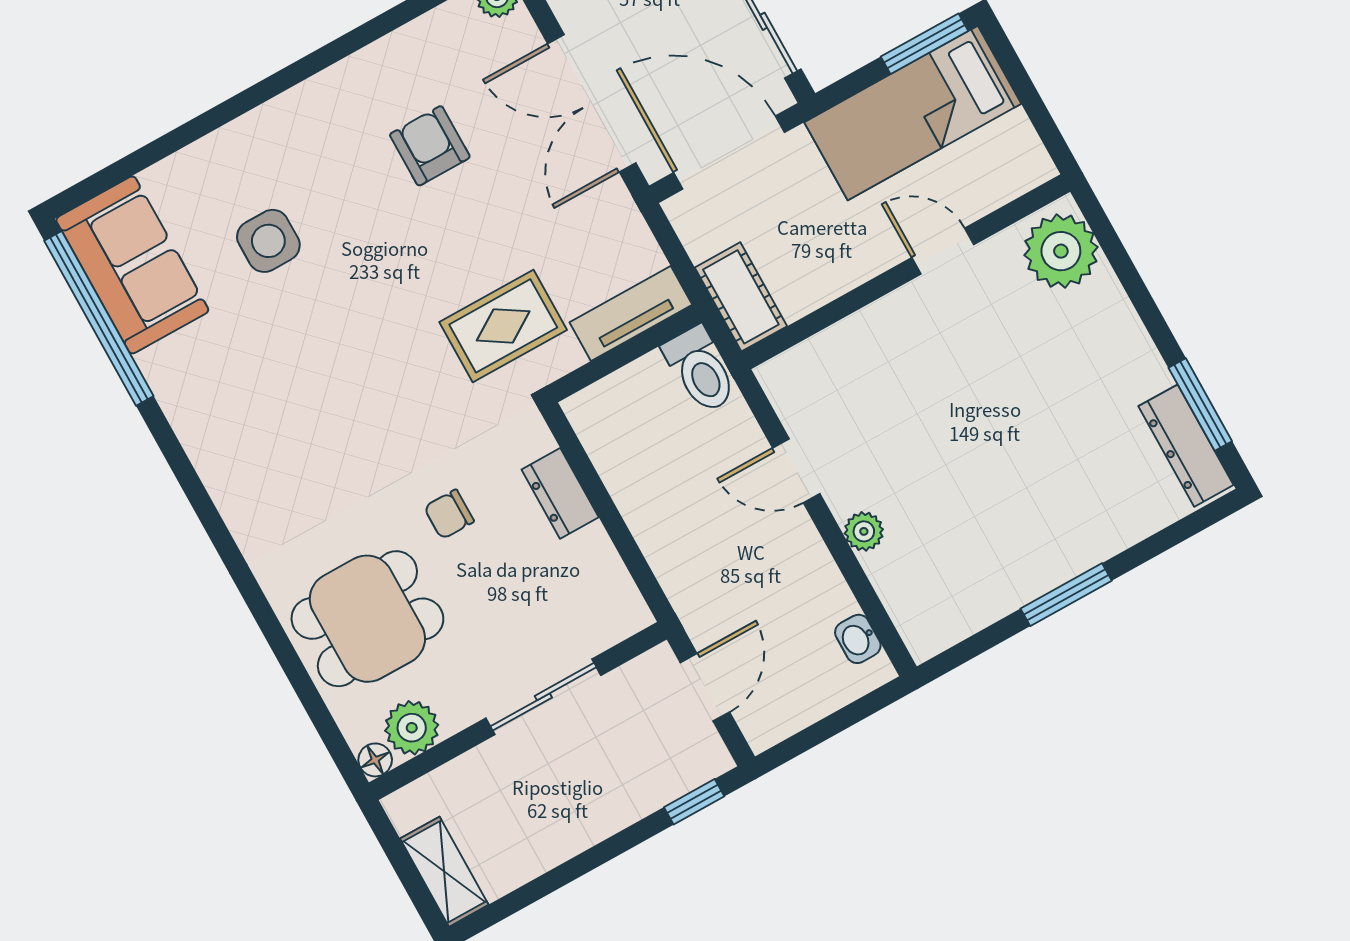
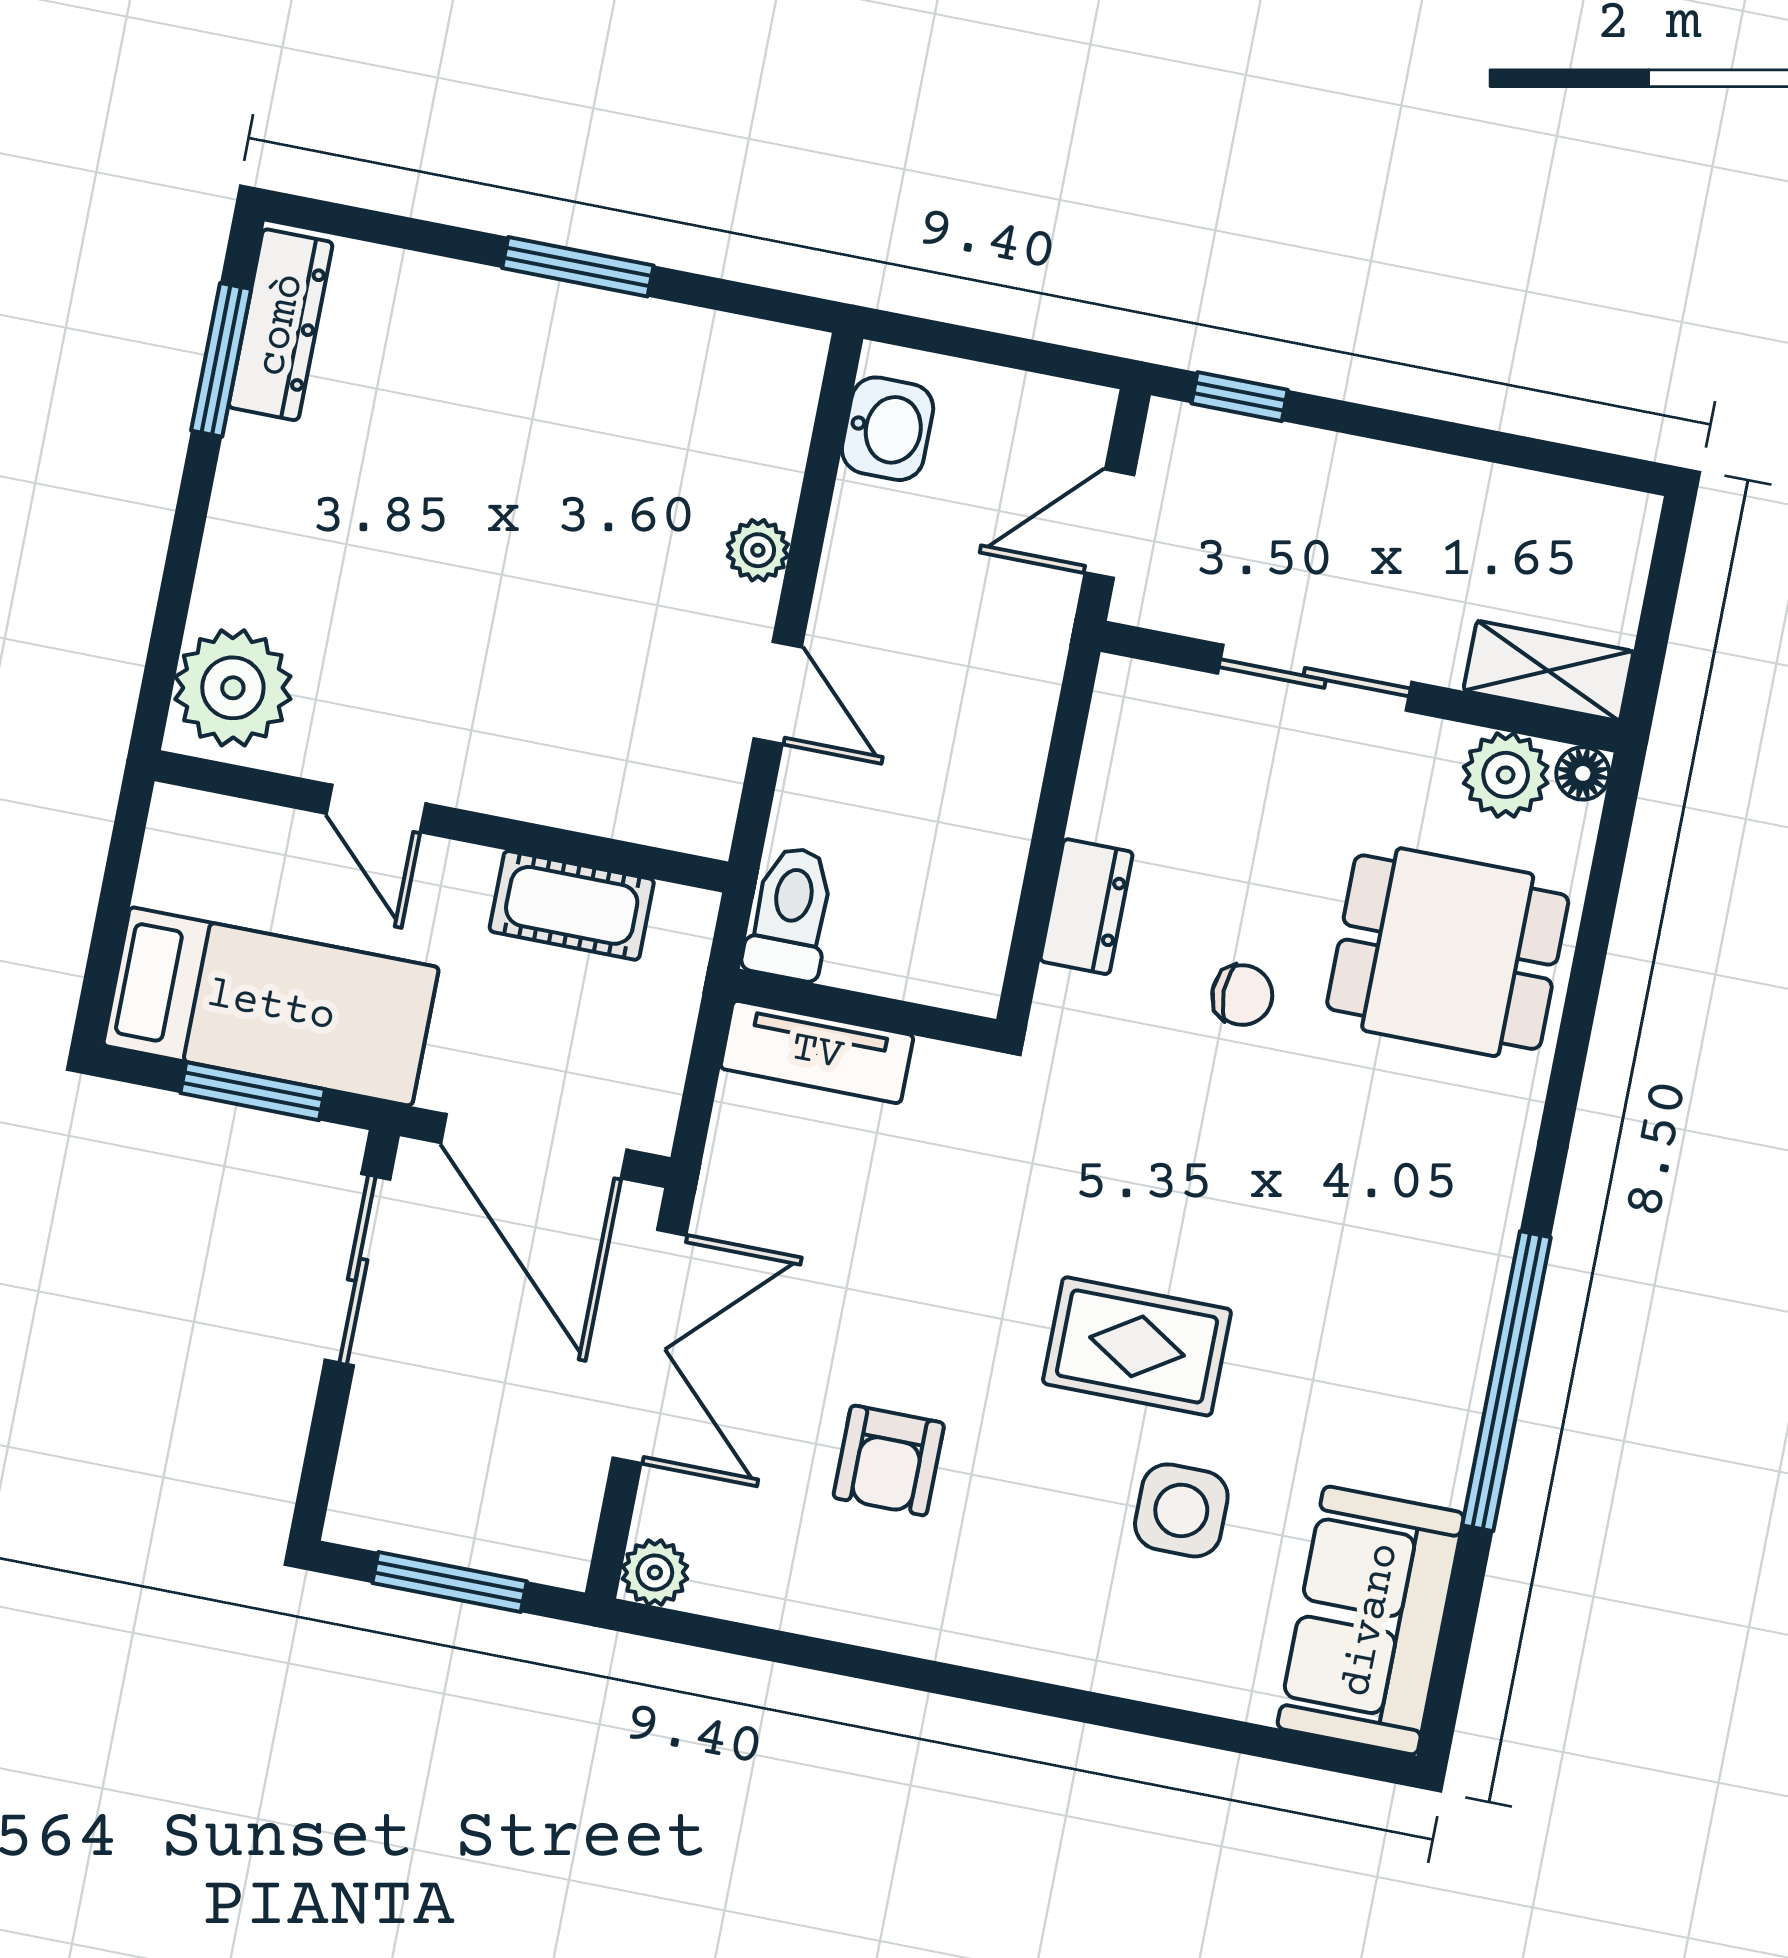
window: (925, 44) -> (253, 1091), moved
cot: (741, 297) -> (572, 905), moved, turned 90
window: (99, 318) -> (1507, 1381), moved
rug: (503, 326) -> (1137, 1346), moved
washbasin: (858, 639) -> (888, 429), width x1.38, depth x1.45
shelving: (444, 872) -> (1548, 671), moved, turned 90

